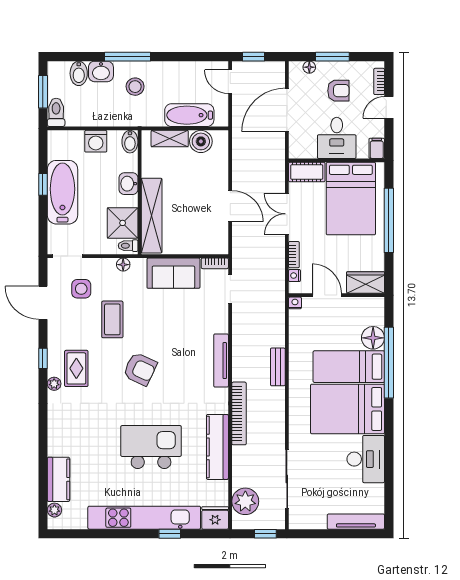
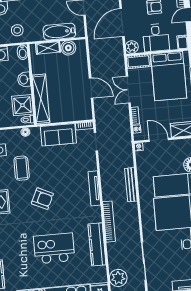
stool: (135, 87) -> (17, 30), moved
plant: (298, 149) -> (132, 47), added
bench: (278, 367) -> (131, 185), width x1.36

